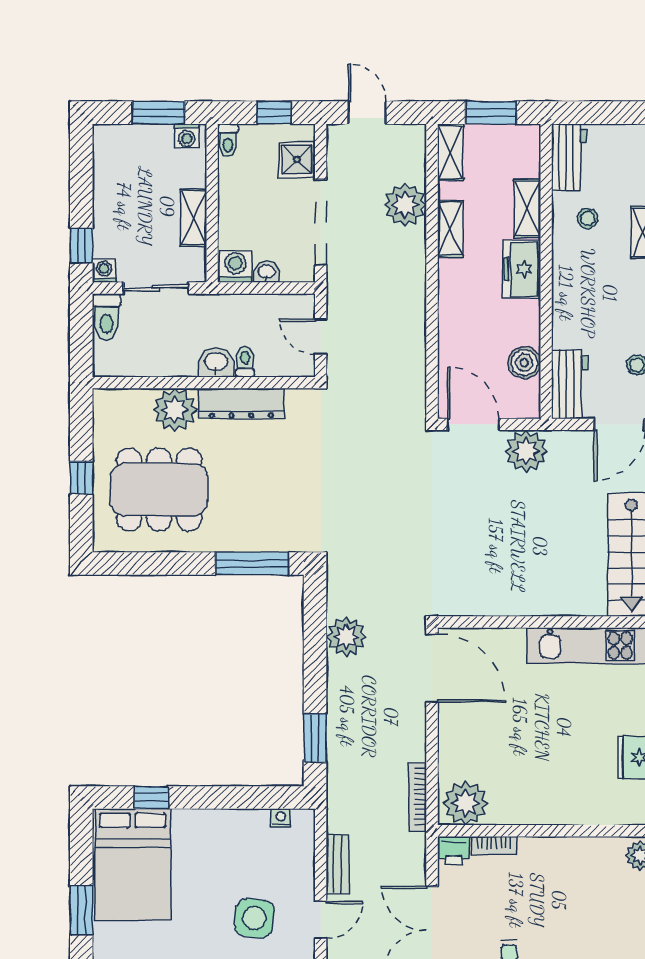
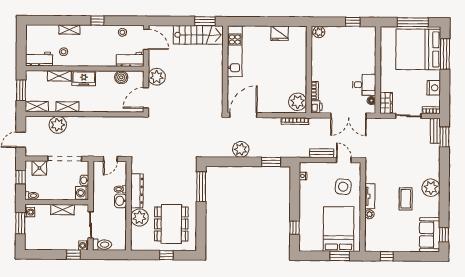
plant: (346, 637) -> (241, 149), moved
bed: (133, 865) -> (339, 229), moved, turned -90

